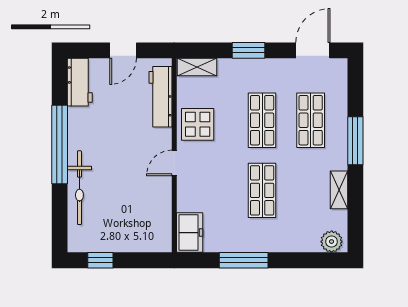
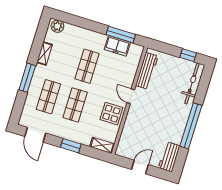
door: (313, 50) -> (35, 135), hinge flipped
workbench: (161, 97) -> (147, 71), moved
door: (174, 163) -> (131, 96), swing flipped
bicycle: (79, 188) -> (192, 83), moved
freezer: (190, 233) -> (117, 46), moved, turned -90
window: (244, 260) -> (121, 34), moved

